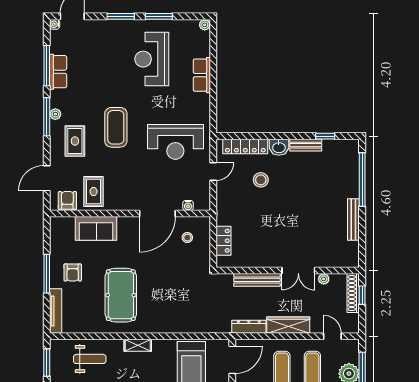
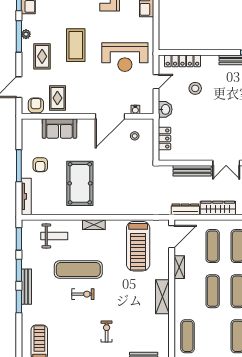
washbasin: (279, 147) -> (165, 109), moved, turned -90

